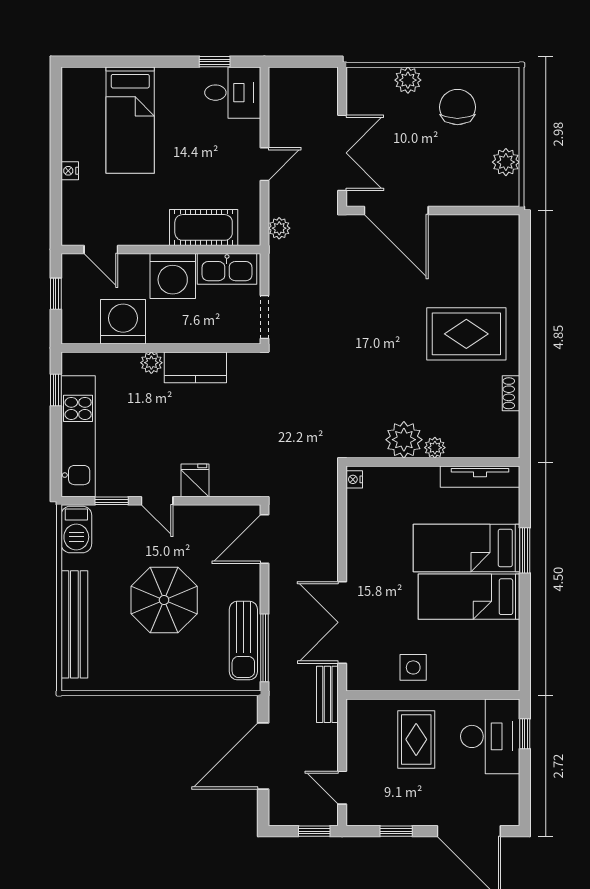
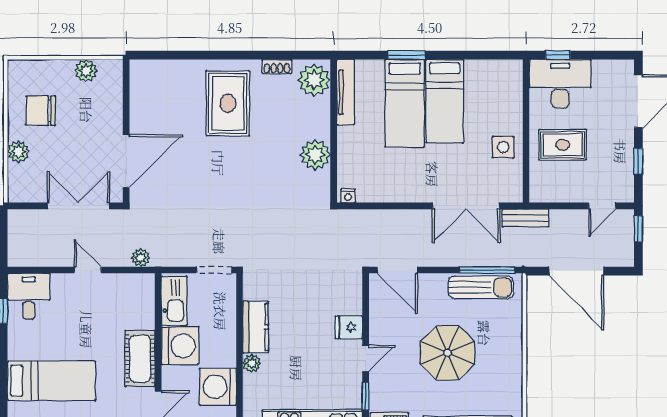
cot: (204, 227) -> (140, 358), moved
plant: (435, 448) -> (314, 80), moved, width x1.87, depth x1.87

